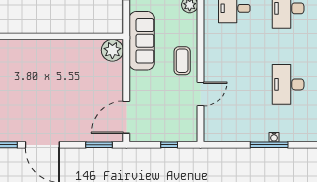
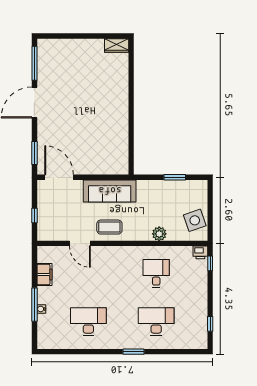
sofa: (142, 41) -> (110, 191), moved
plant: (112, 50) -> (119, 165), removed
filing cabinet: (235, 134) -> (44, 274), added

